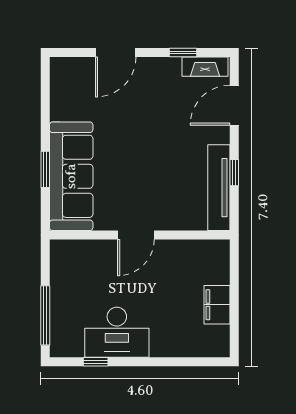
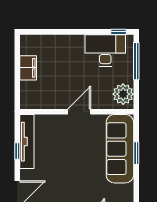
plant: (66, 263) -> (123, 94), added
desk: (117, 332) -> (105, 50), moved
window: (96, 362) -> (119, 32), moved

